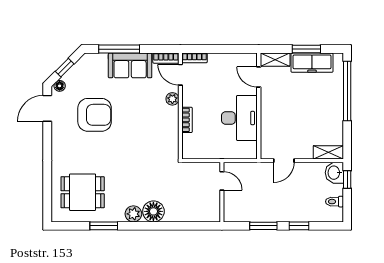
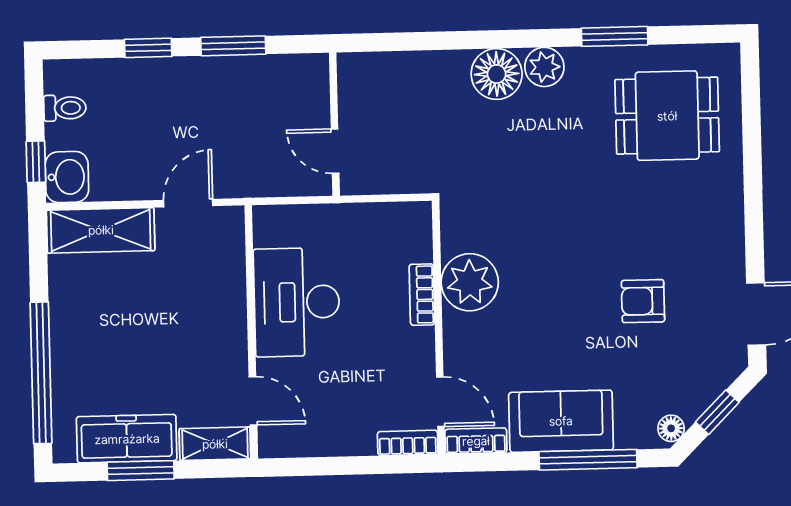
floor lamp: (60, 86) -> (671, 428), moved
plant: (172, 99) -> (470, 282), moved, width x1.88, depth x1.88
armchair: (95, 115) -> (643, 301), width x0.53, depth x0.53
shelving: (328, 152) -> (101, 230), width x1.50, depth x1.33

